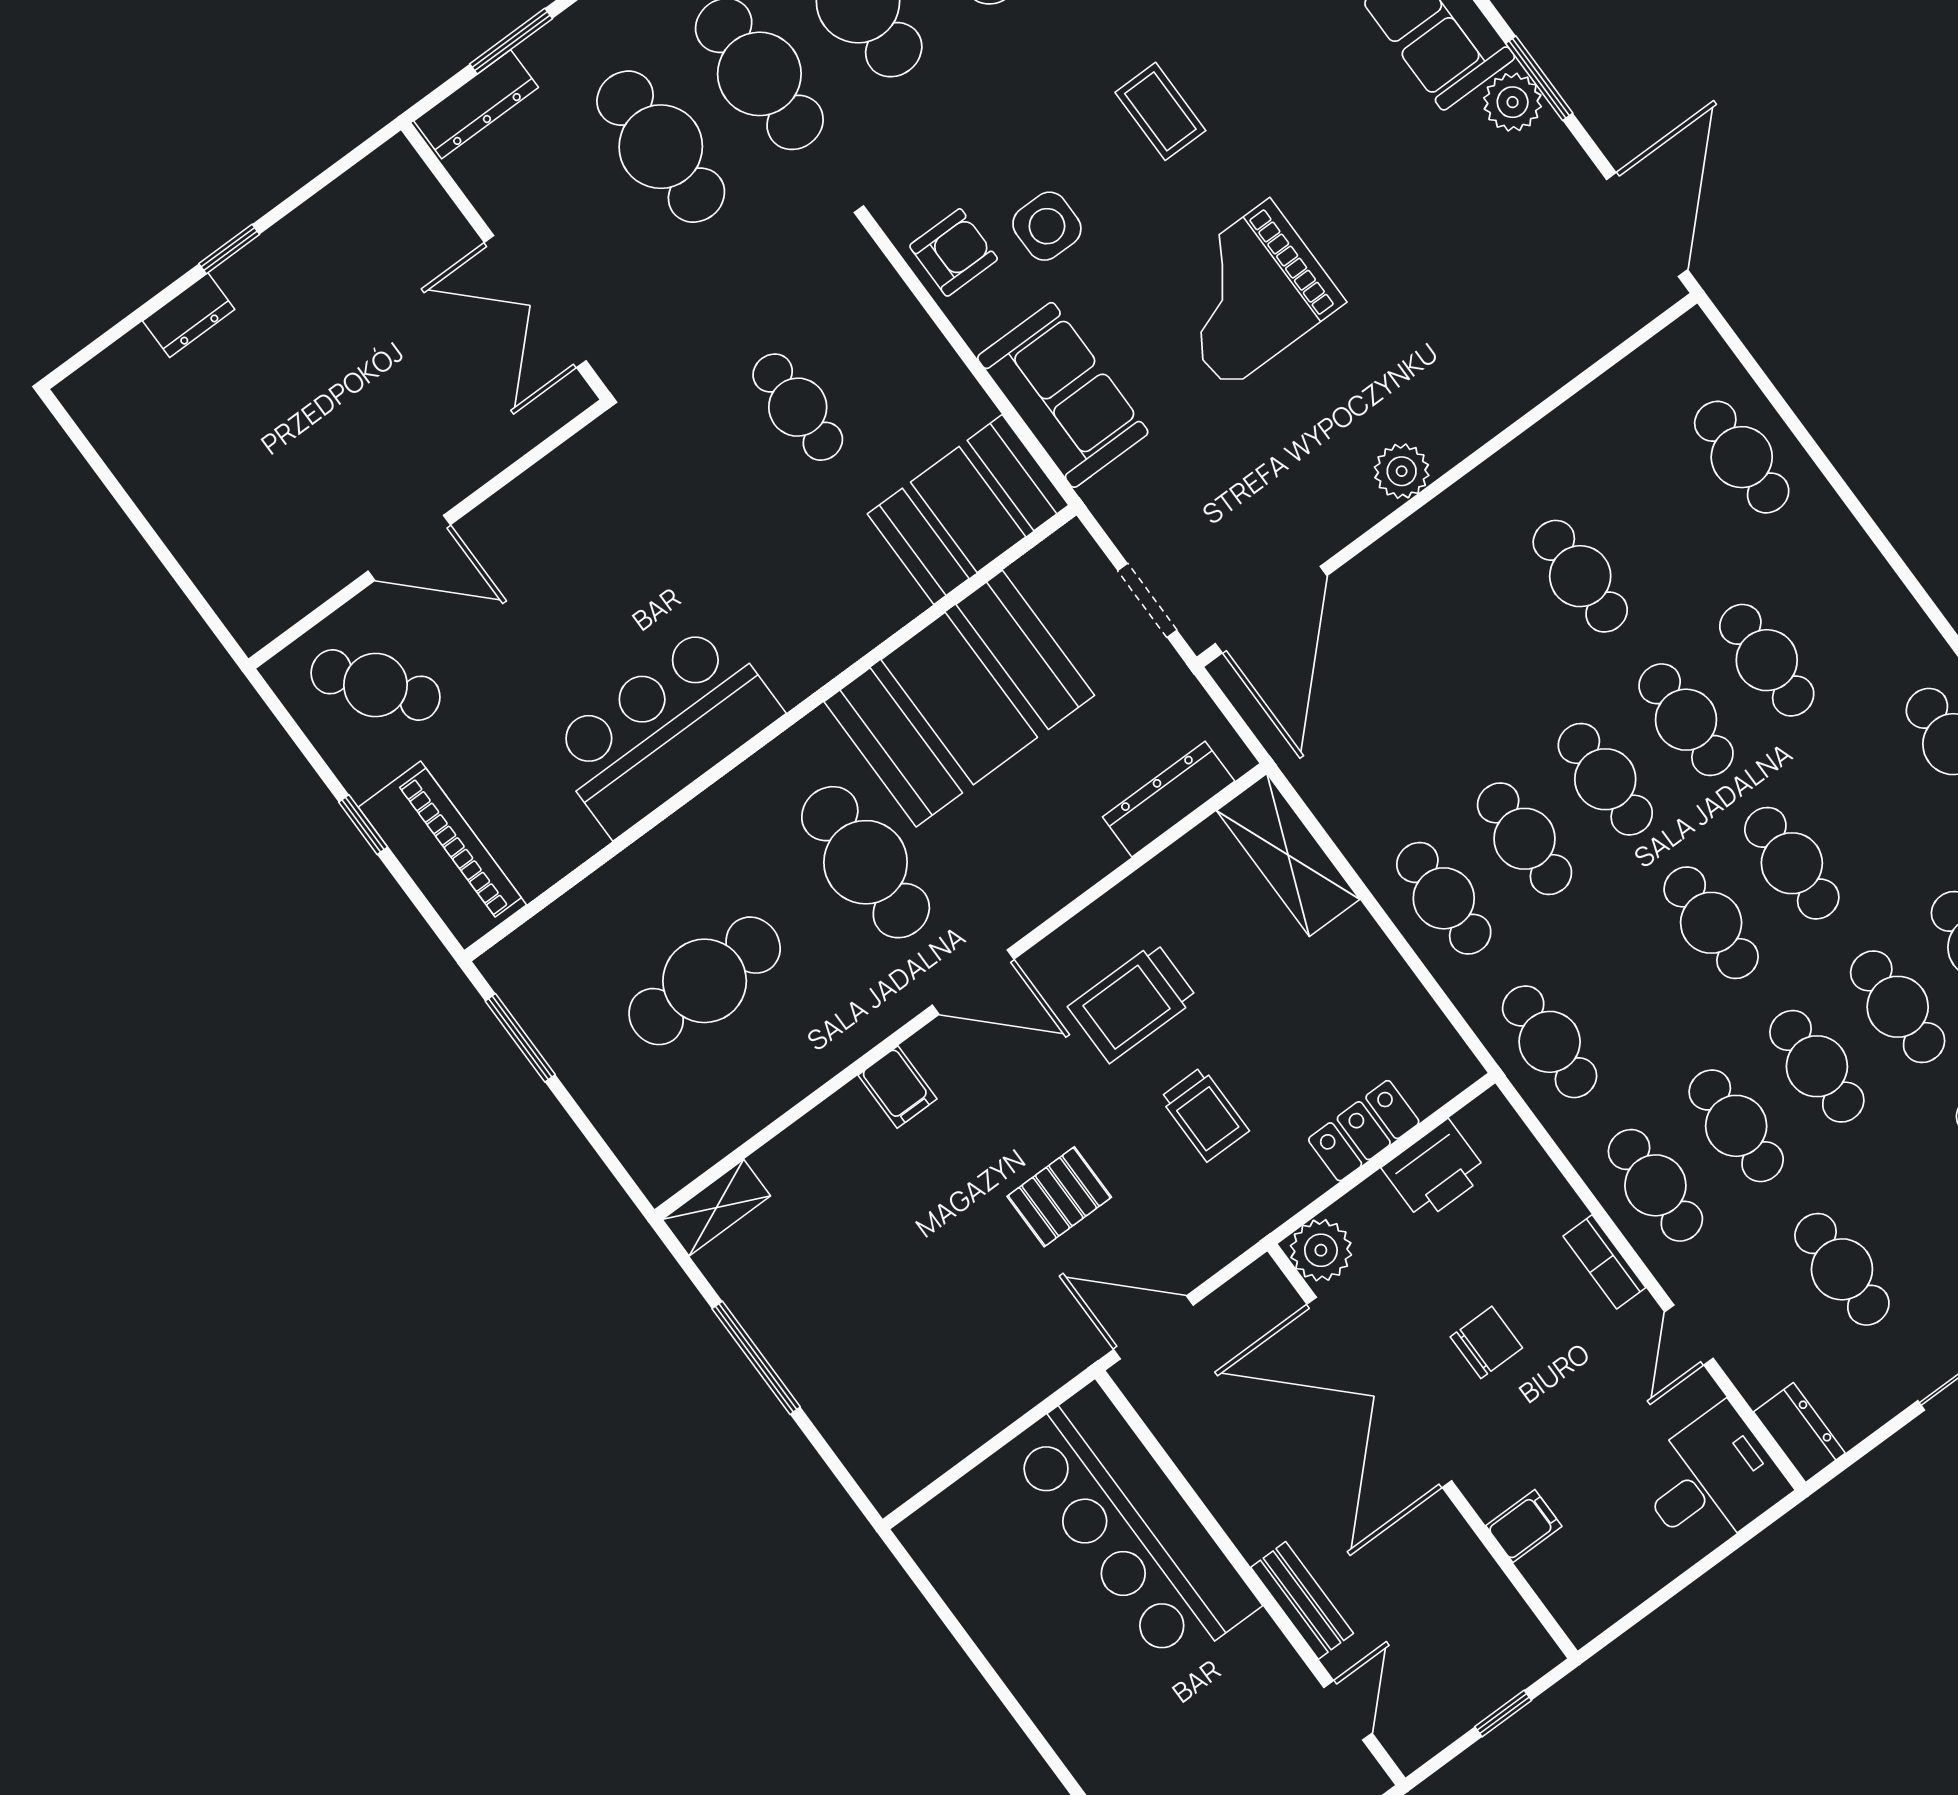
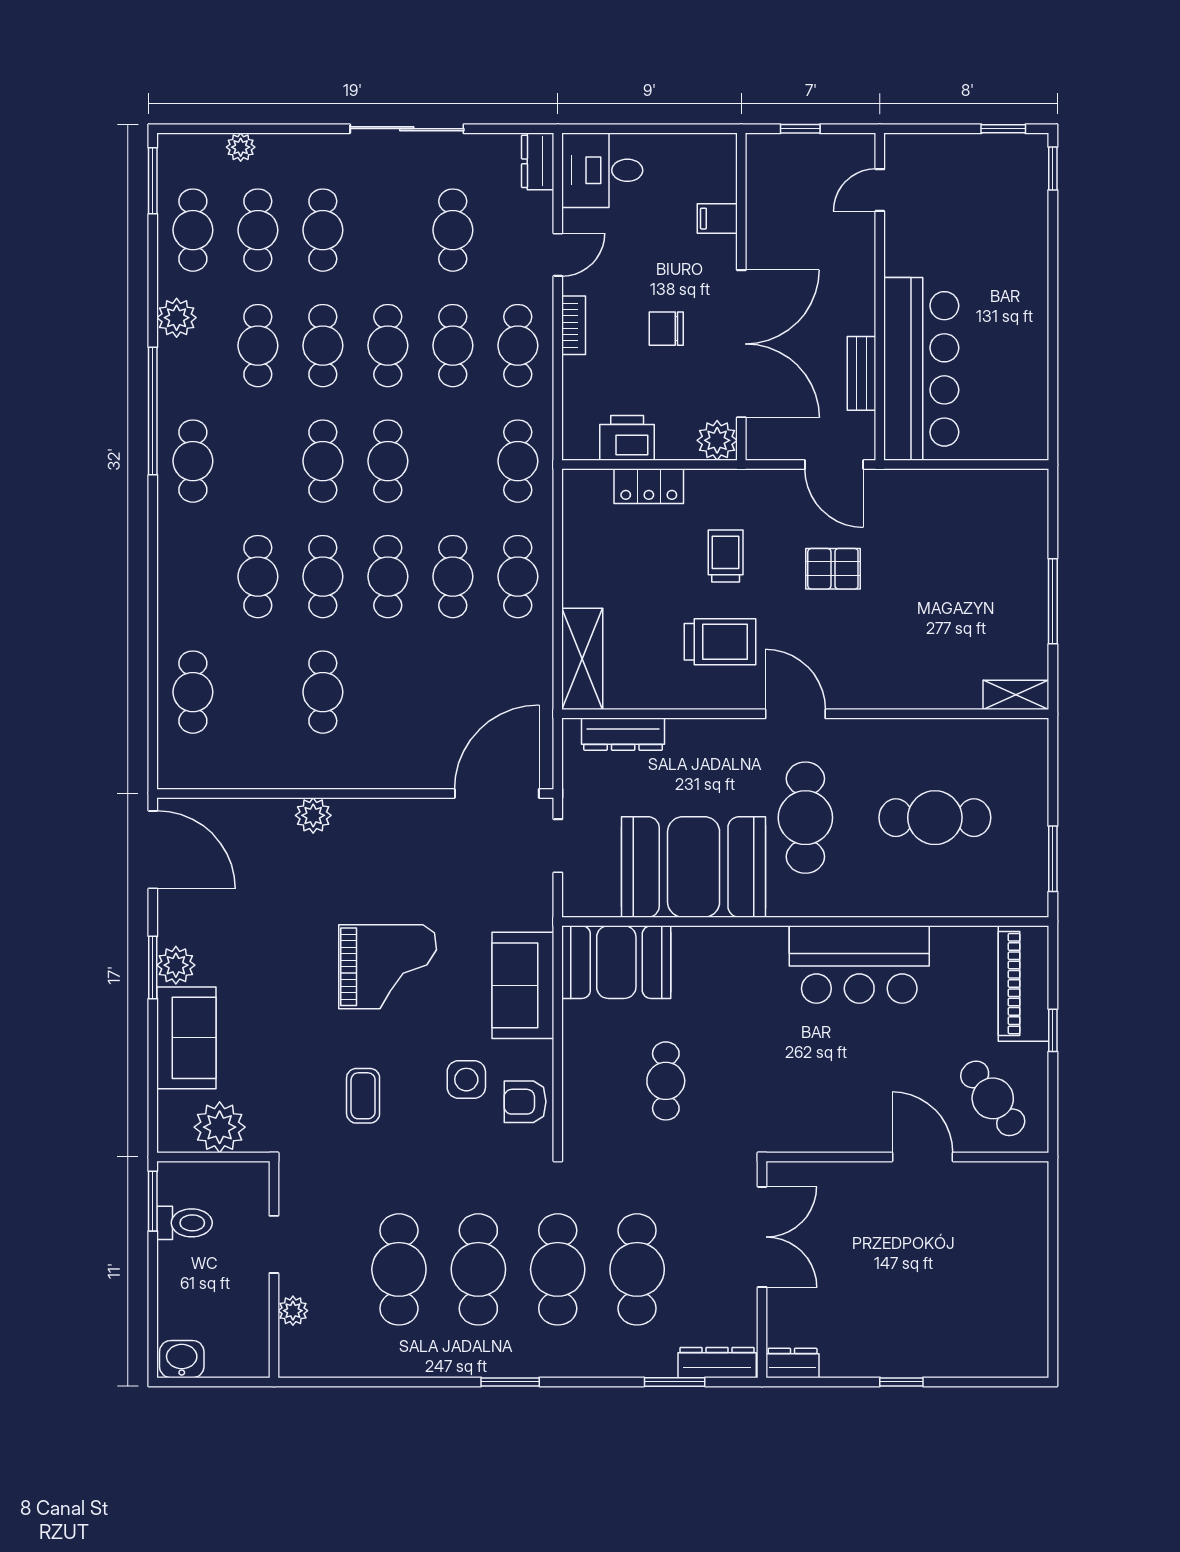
door: (1647, 225) -> (153, 850), swing flipped
dresser: (189, 315) -> (793, 1363), moved
plant: (1402, 471) -> (313, 815), moved
filing cabinet: (897, 1087) -> (875, 688), removed
bench: (1302, 1600) -> (862, 373), moved

